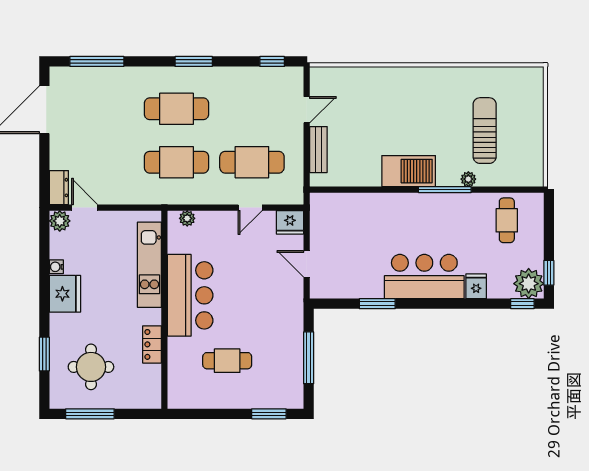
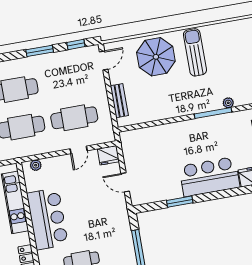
window: (194, 61) -> (40, 51), moved
parasol: (380, 98) -> (156, 57), added
door: (307, 110) -> (104, 60), moved
sun lounger: (485, 131) -> (195, 52), moved
barbecue: (409, 171) -> (185, 105), removed

